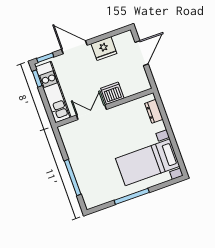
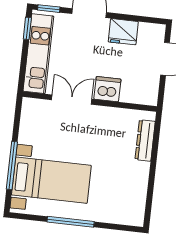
dresser: (154, 111) -> (145, 140), width x1.44
bed with nightstands: (148, 162) -> (51, 180), moved, turned 180

